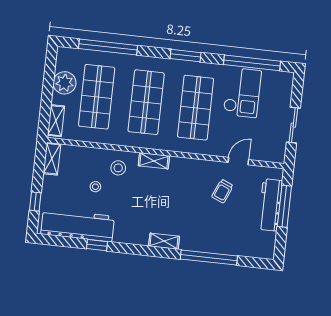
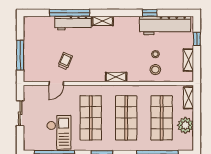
checkout: (242, 93) -> (59, 132), turned 180
shelving: (52, 159) -> (188, 60), moved
stool: (118, 168) -> (155, 70), moved
workbench: (270, 205) -> (73, 23), moved, turned 90

